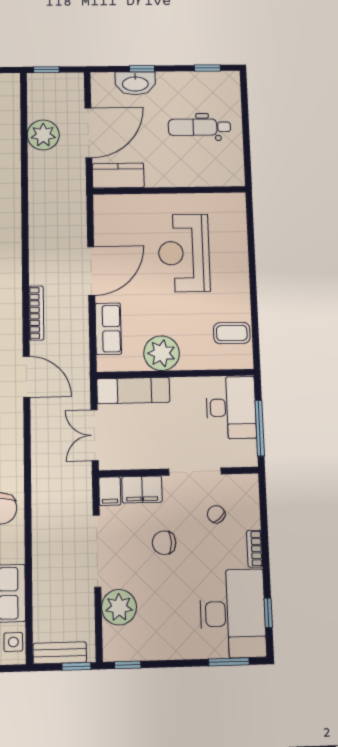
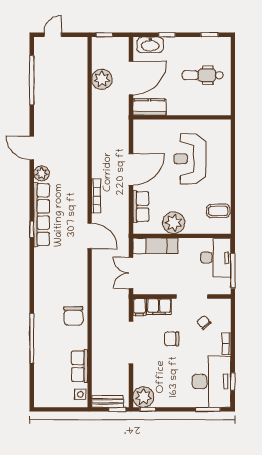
washbasin: (135, 83) -> (150, 45), moved
plant: (119, 607) -> (143, 397), moved

